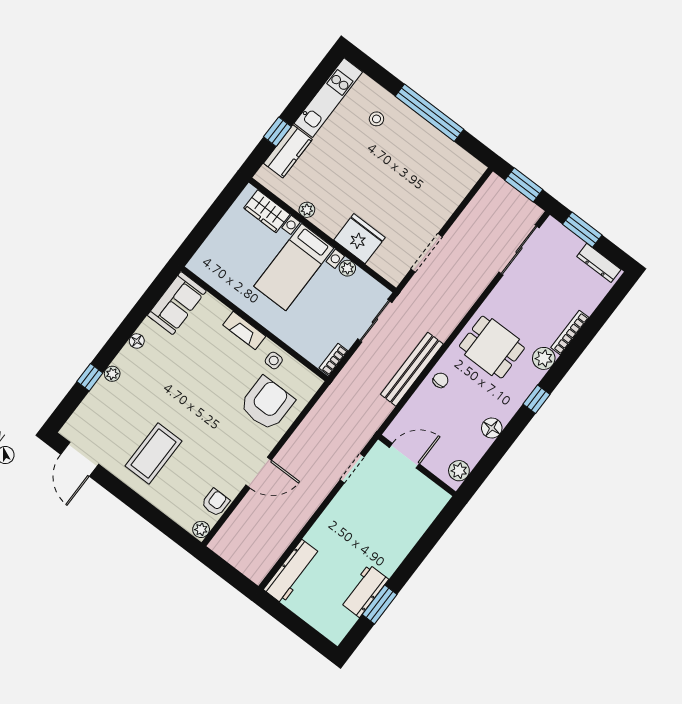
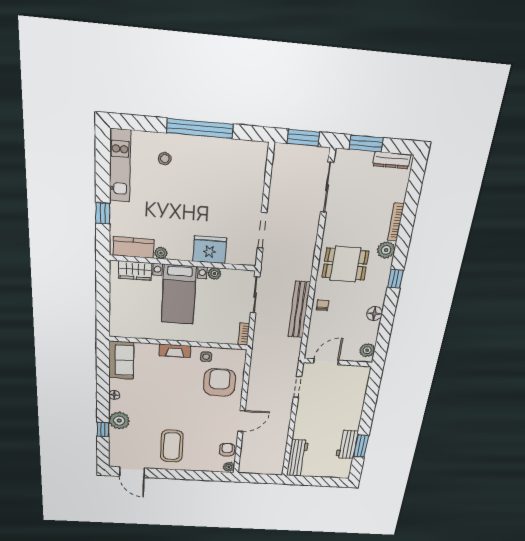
kitchen counter: (288, 151) -> (133, 247), moved, turned -90
plant: (112, 374) -> (119, 421), width x1.87, depth x1.87

